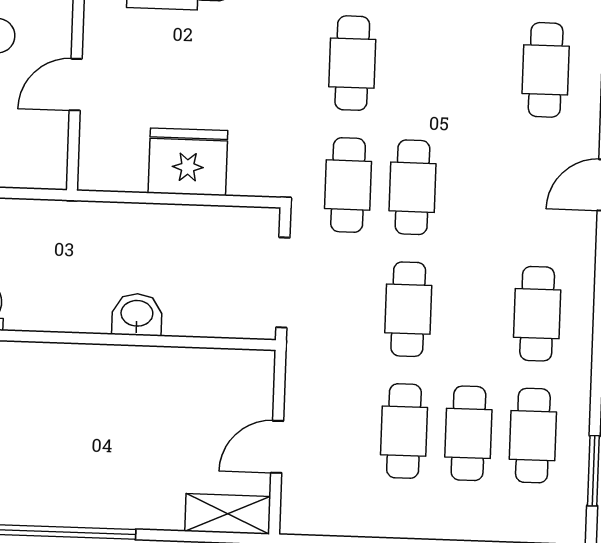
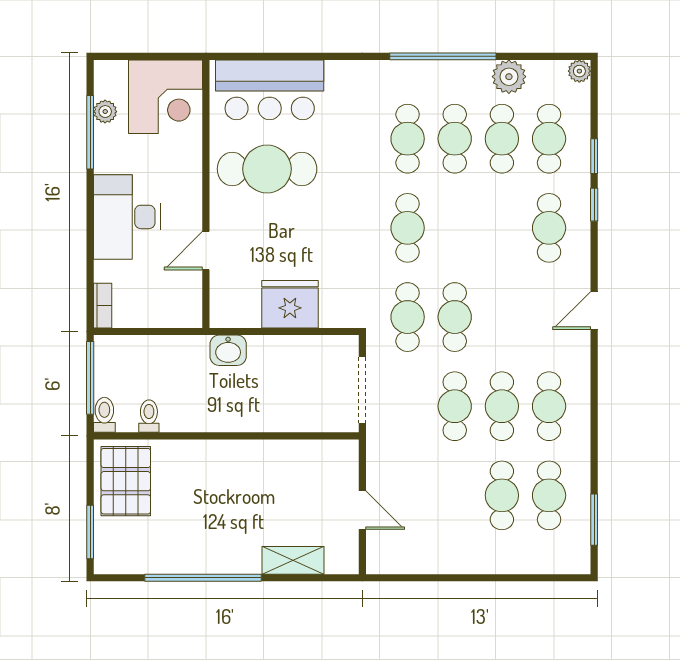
washbasin: (137, 315) -> (228, 350), moved, turned 180
cafe table: (404, 431) -> (502, 406), moved
door: (277, 447) -> (362, 510), swing flipped
shelving: (228, 514) -> (293, 560), moved

